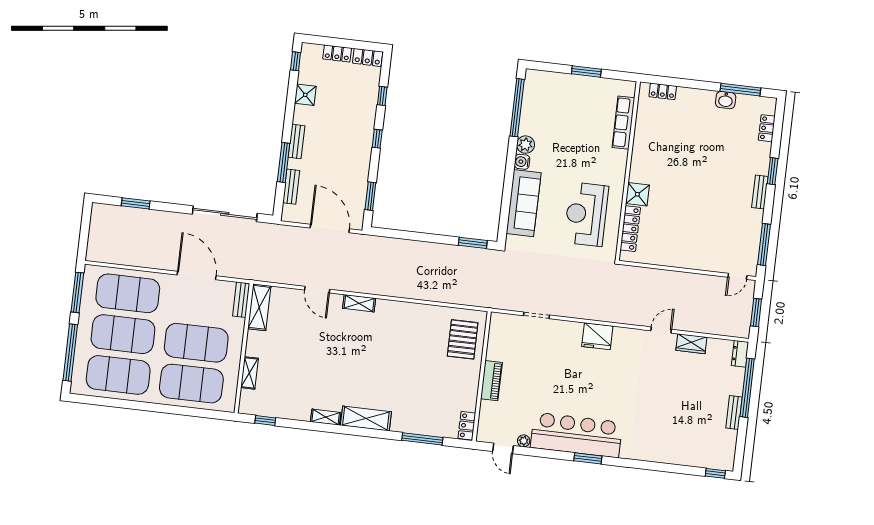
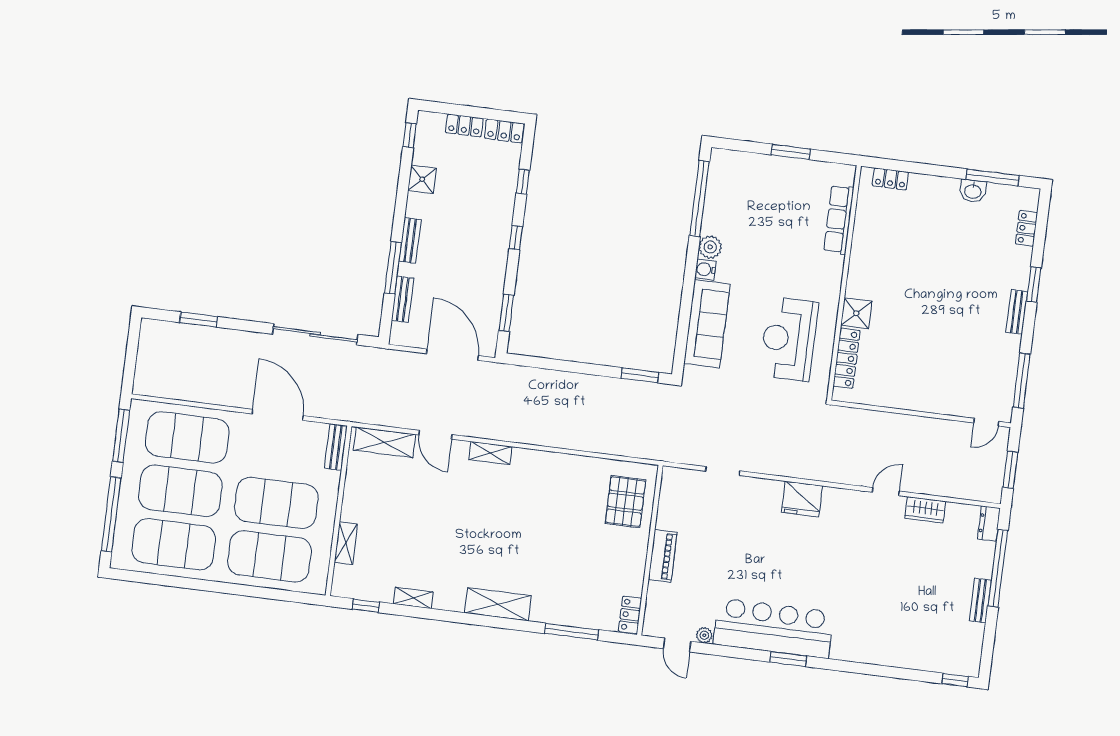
shelving: (259, 307) -> (384, 442), moved, turned 90
shelving: (326, 417) -> (413, 598), moved

